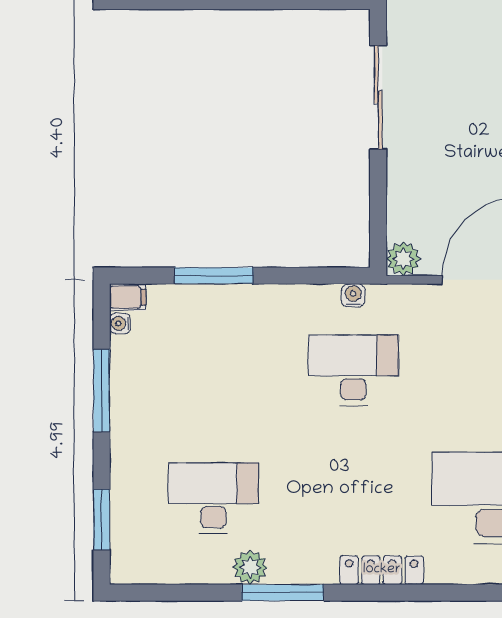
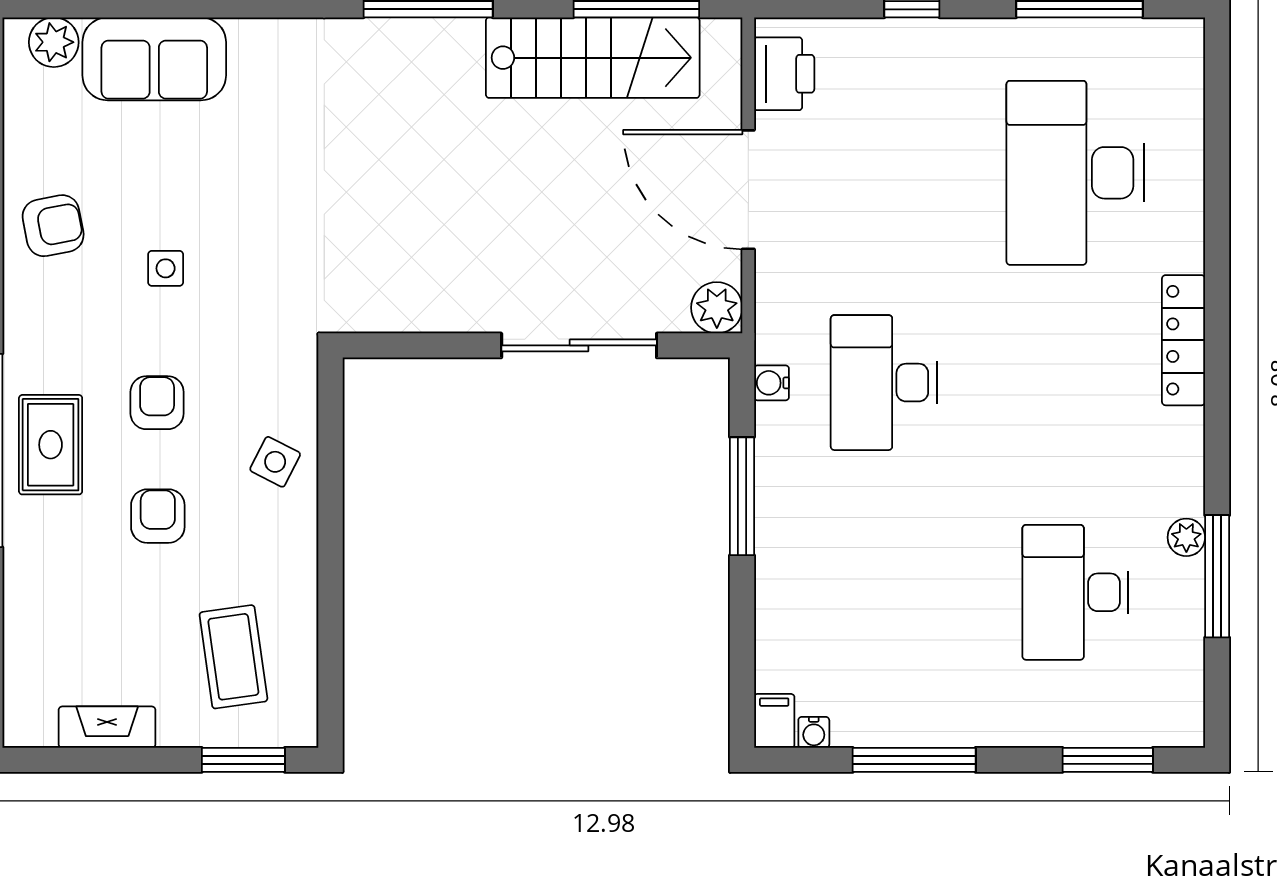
sliding door: (378, 97) -> (579, 345), moved
window: (214, 276) -> (742, 496), moved
plant: (250, 567) -> (1186, 537), width x0.73, depth x0.73
window: (283, 593) -> (1217, 576), moved

